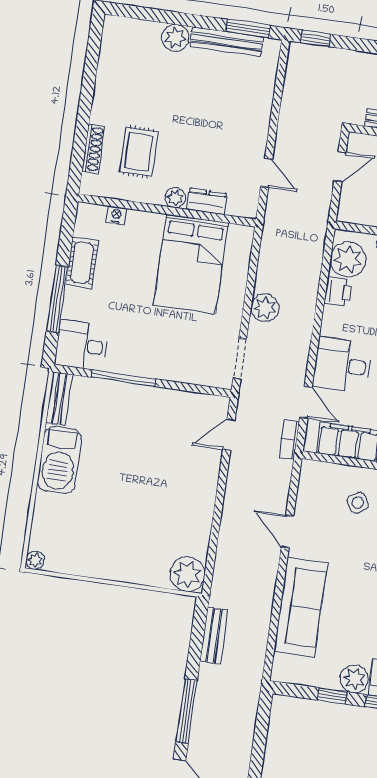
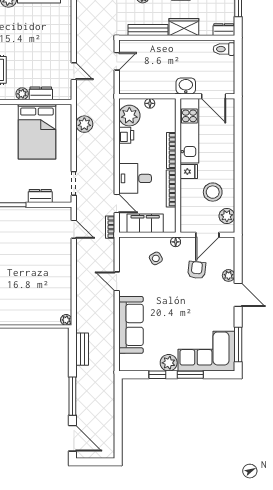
plant: (265, 308) -> (84, 124), moved
dresser: (181, 371) -> (40, 196), added
door: (229, 435) -> (74, 229), swing flipped
plant: (188, 574) -> (66, 320), width x0.53, depth x0.53

